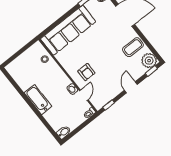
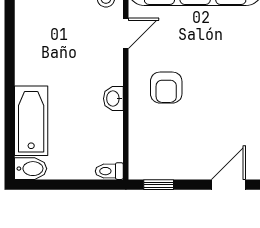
door: (84, 95) -> (126, 33), moved
bathtub: (38, 100) -> (31, 121), moved

